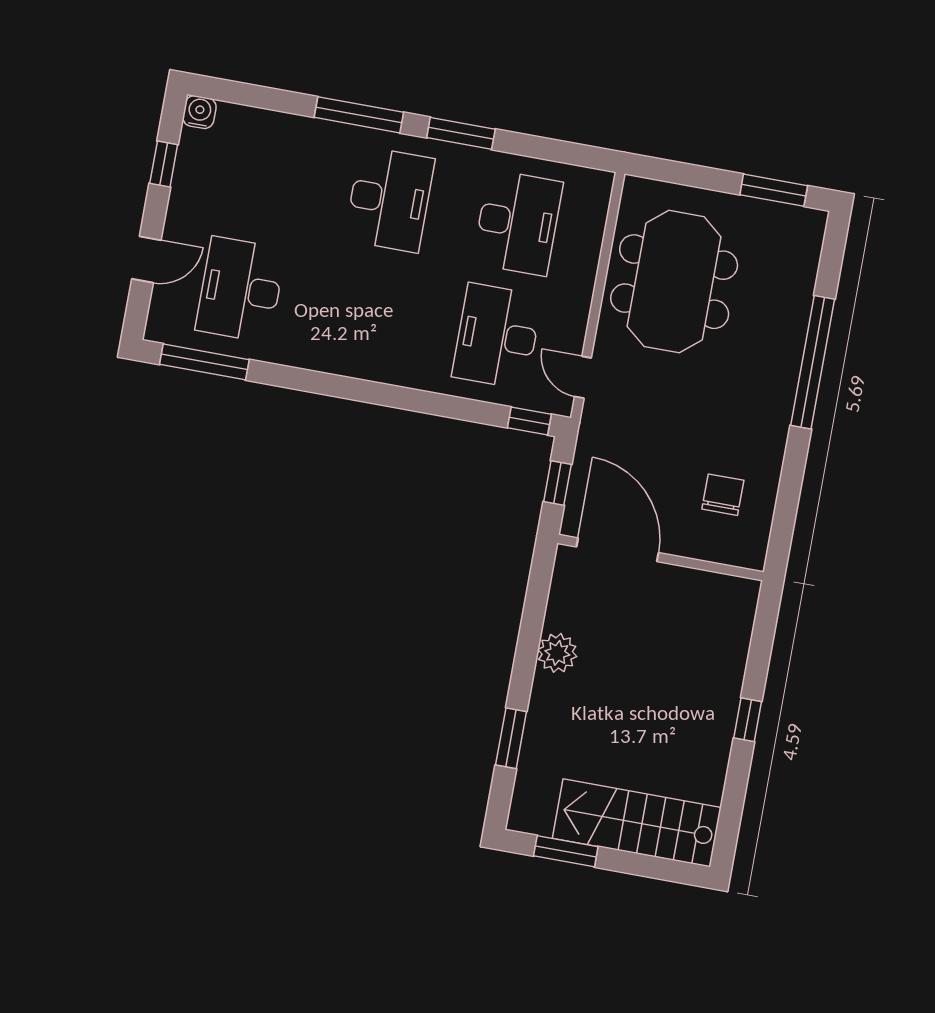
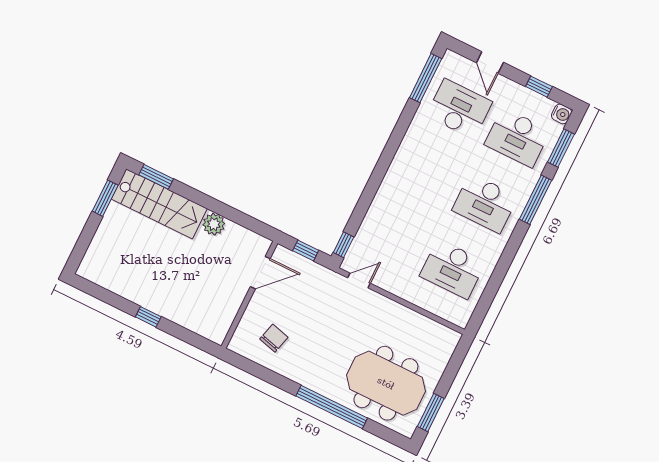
window: (461, 133) -> (561, 148), moved
meeting table: (674, 282) -> (386, 383), moved
desk: (497, 336) -> (517, 137), moved, turned 180
chair: (723, 495) -> (274, 338), turned -75
door: (618, 550) -> (260, 273), width x0.73
window: (511, 738) -> (156, 177), moved
stairs: (637, 823) -> (159, 204), moved, turned 90

